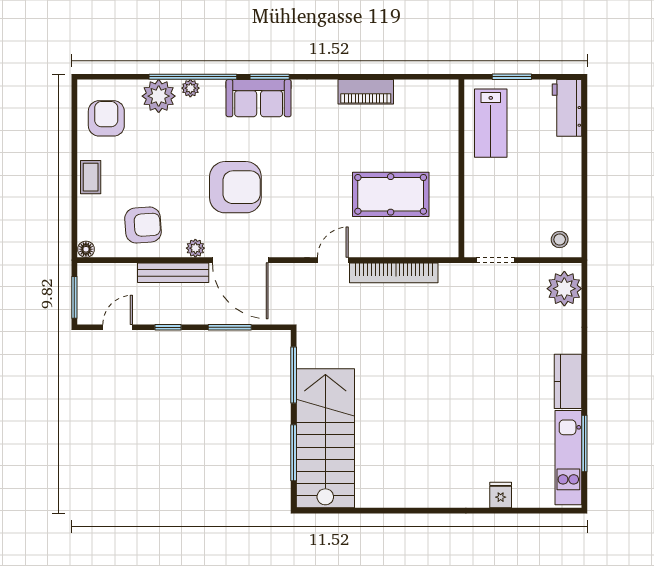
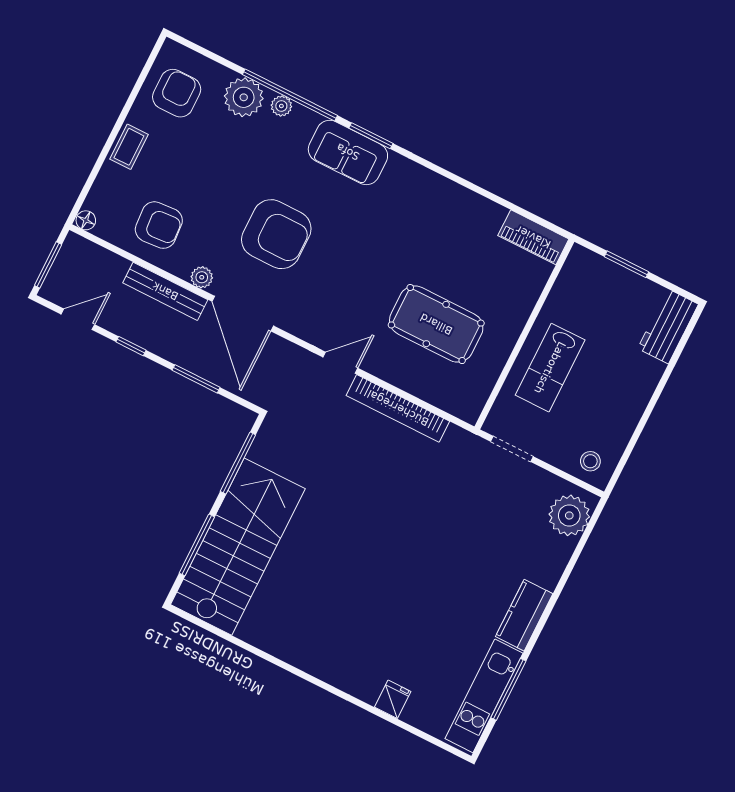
piano: (366, 92) -> (533, 237), moved
lab bench: (491, 123) -> (550, 368), moved

